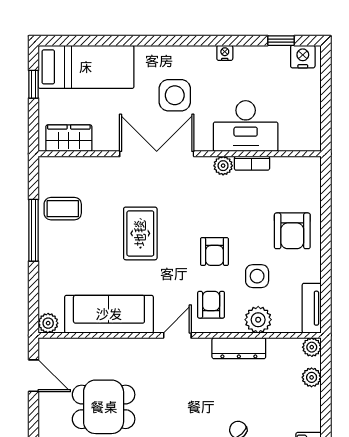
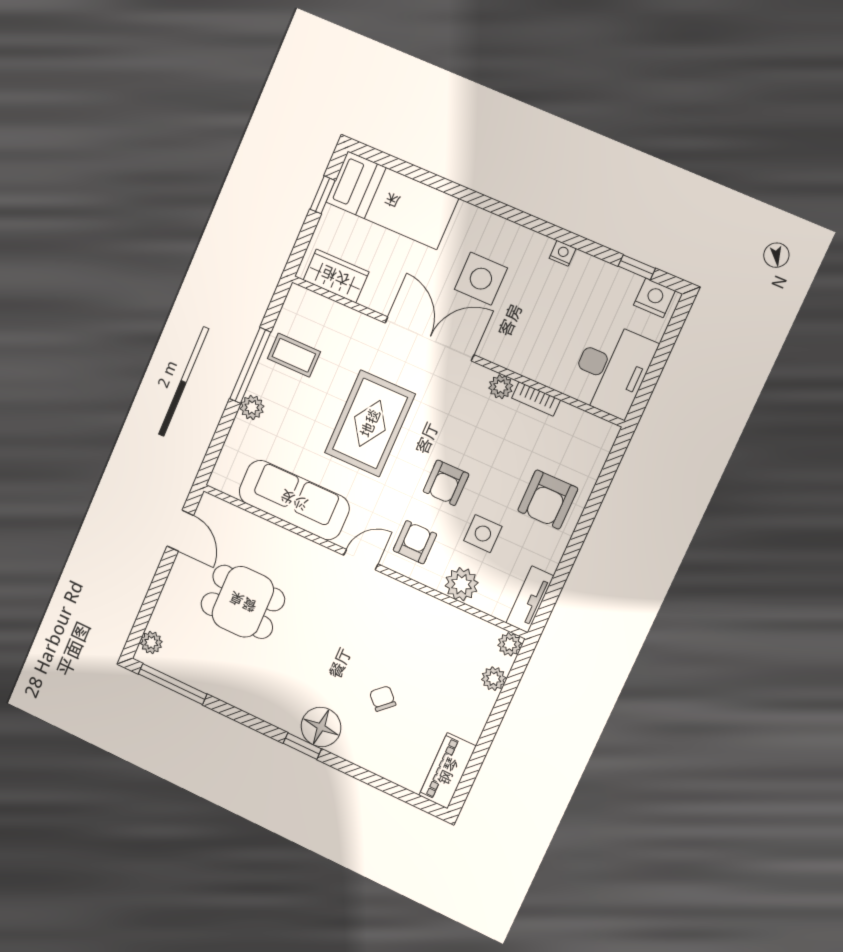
desk: (246, 126) -> (612, 369), moved, turned -90
rug: (140, 233) -> (370, 423), width x1.36, depth x1.43
plant: (48, 323) -> (252, 407), moved
dresser: (239, 348) -> (425, 607), removed

